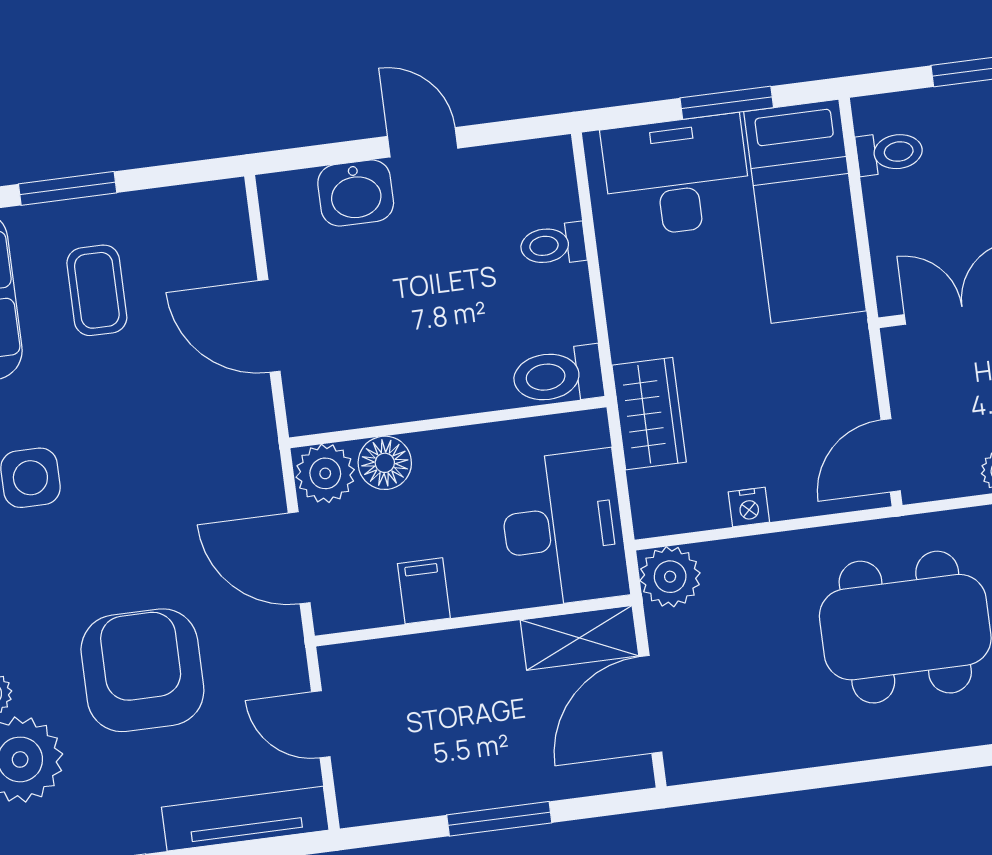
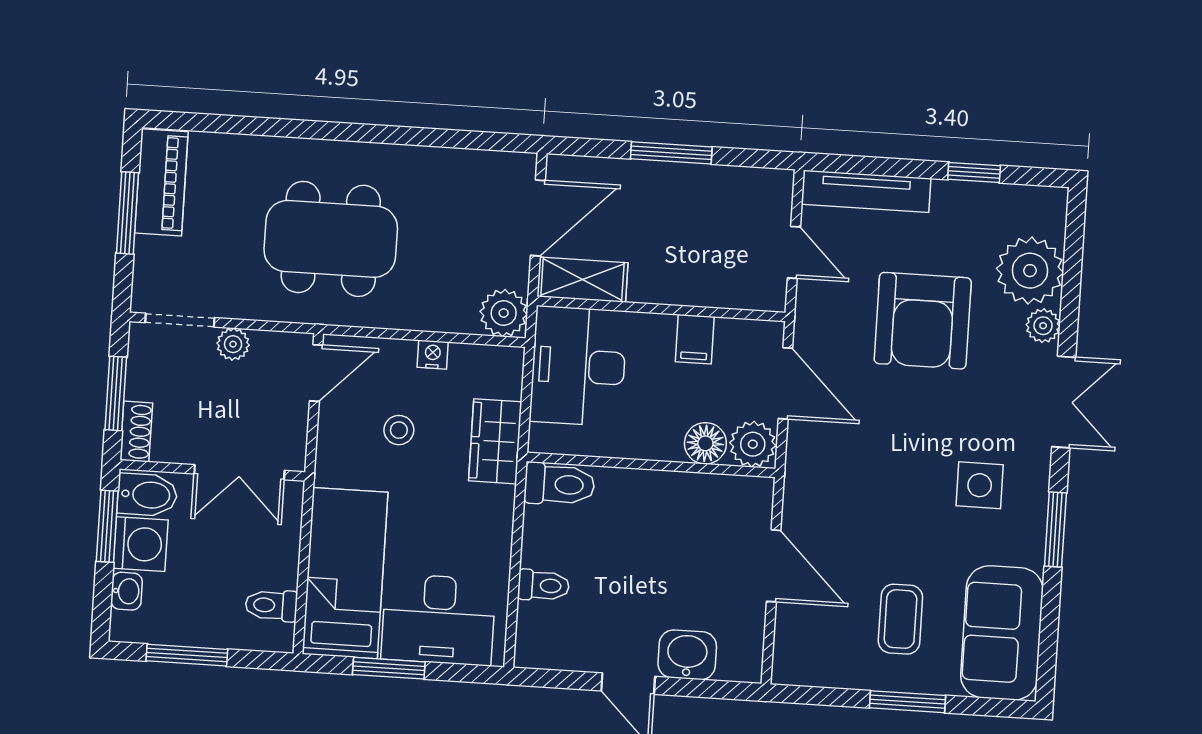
stool: (773, 404) -> (399, 430), added

